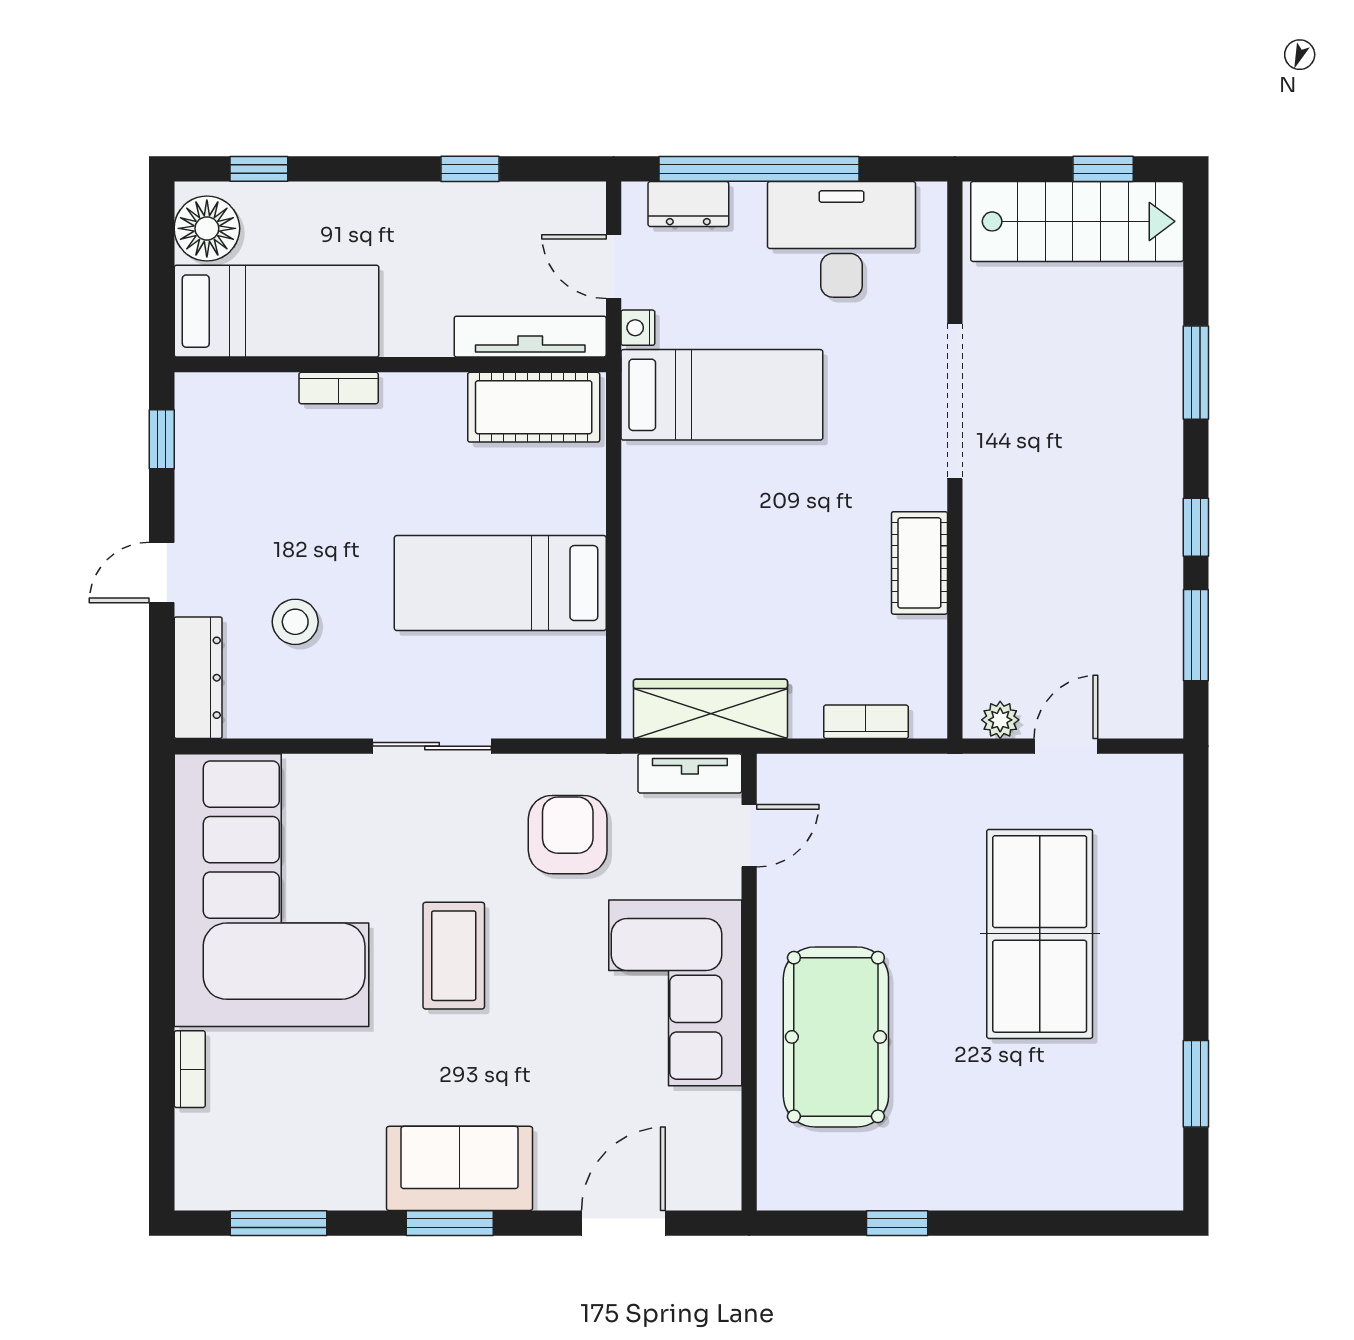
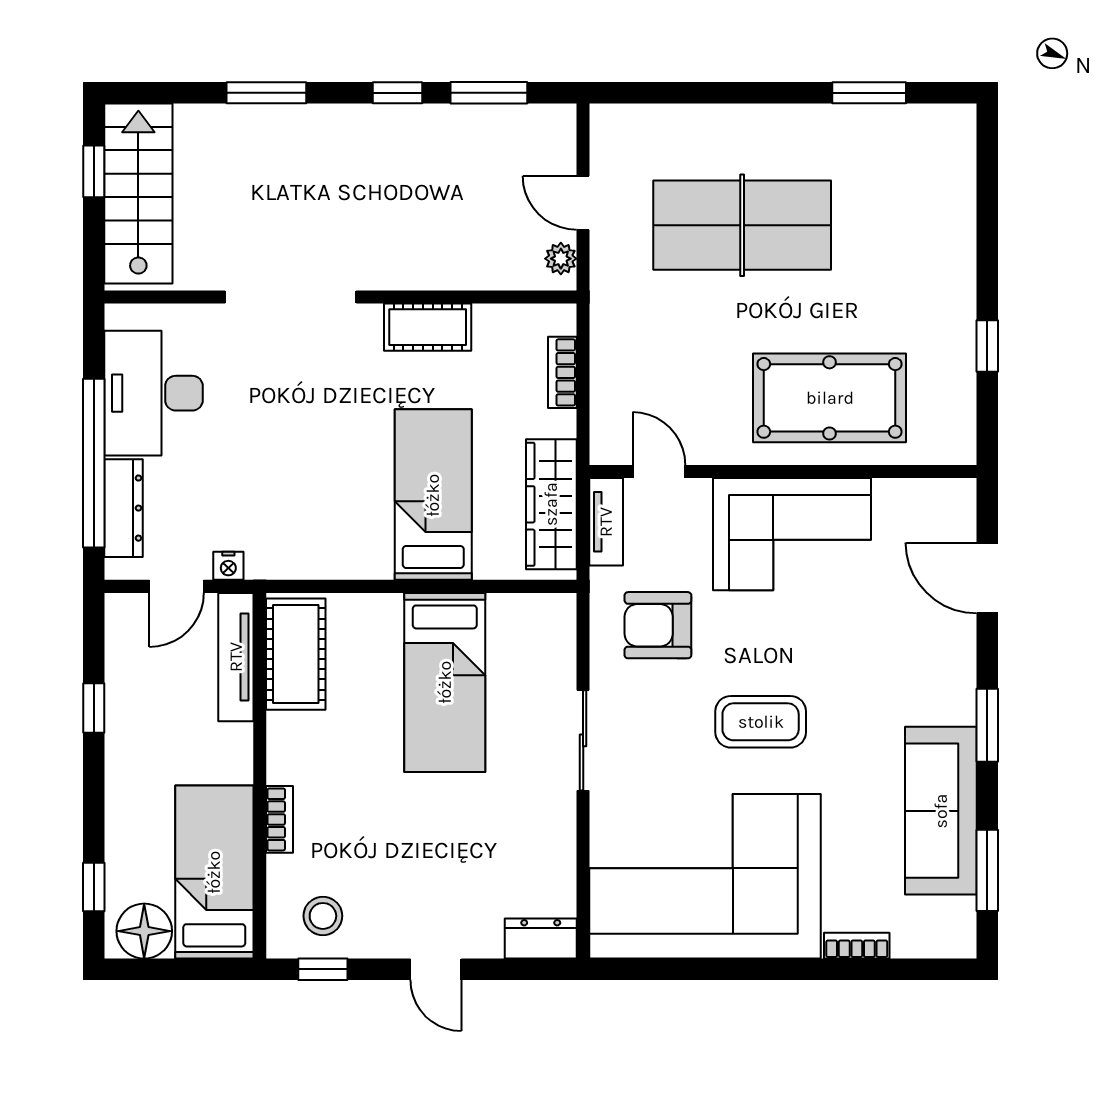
dresser: (688, 204) -> (123, 508), width x1.44
bed: (722, 395) -> (433, 495), moved
stool: (295, 622) -> (323, 916), moved
dresser: (198, 678) -> (541, 938), width x0.70
sofa: (460, 1168) -> (941, 811), moved, width x1.36

